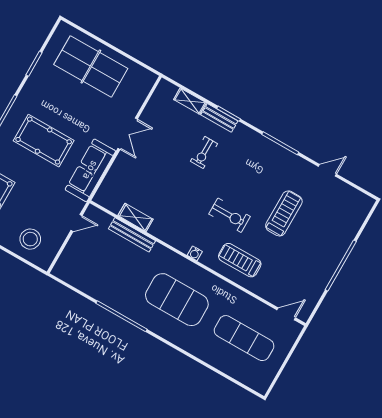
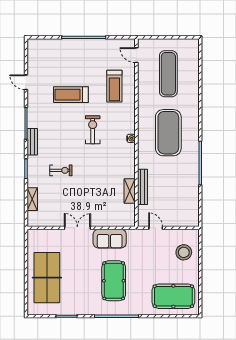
bench: (219, 118) -> (32, 142), moved
sofa: (90, 170) -> (110, 239), width x0.73
treadmill: (240, 260) -> (114, 86), moved

